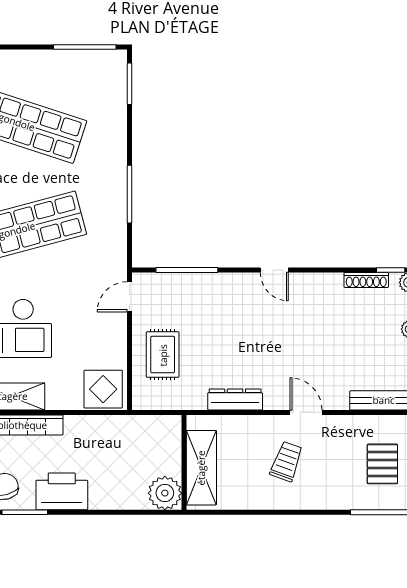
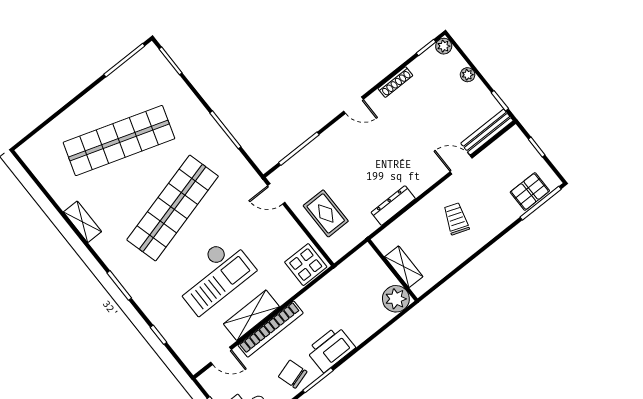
shoe rack: (366, 280) -> (395, 82), moved
door: (129, 297) -> (276, 194), hinge flipped
door: (306, 412) -> (461, 165), moved
pallet: (382, 464) -> (530, 192), moved, turned 90
shelving: (201, 468) -> (404, 267), width x0.67, depth x0.75

